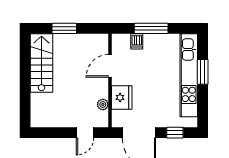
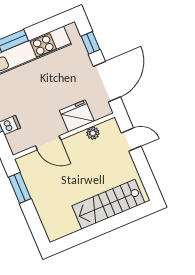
window: (64, 28) -> (20, 188), moved
stairs: (41, 63) -> (108, 204), moved

